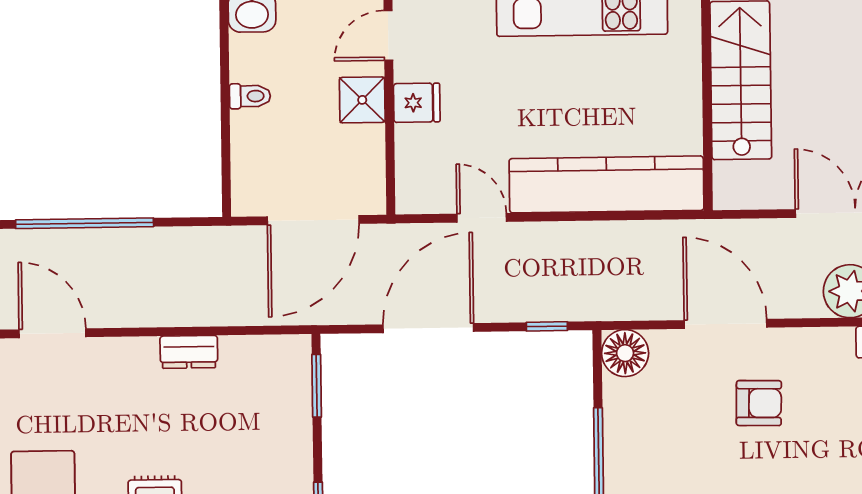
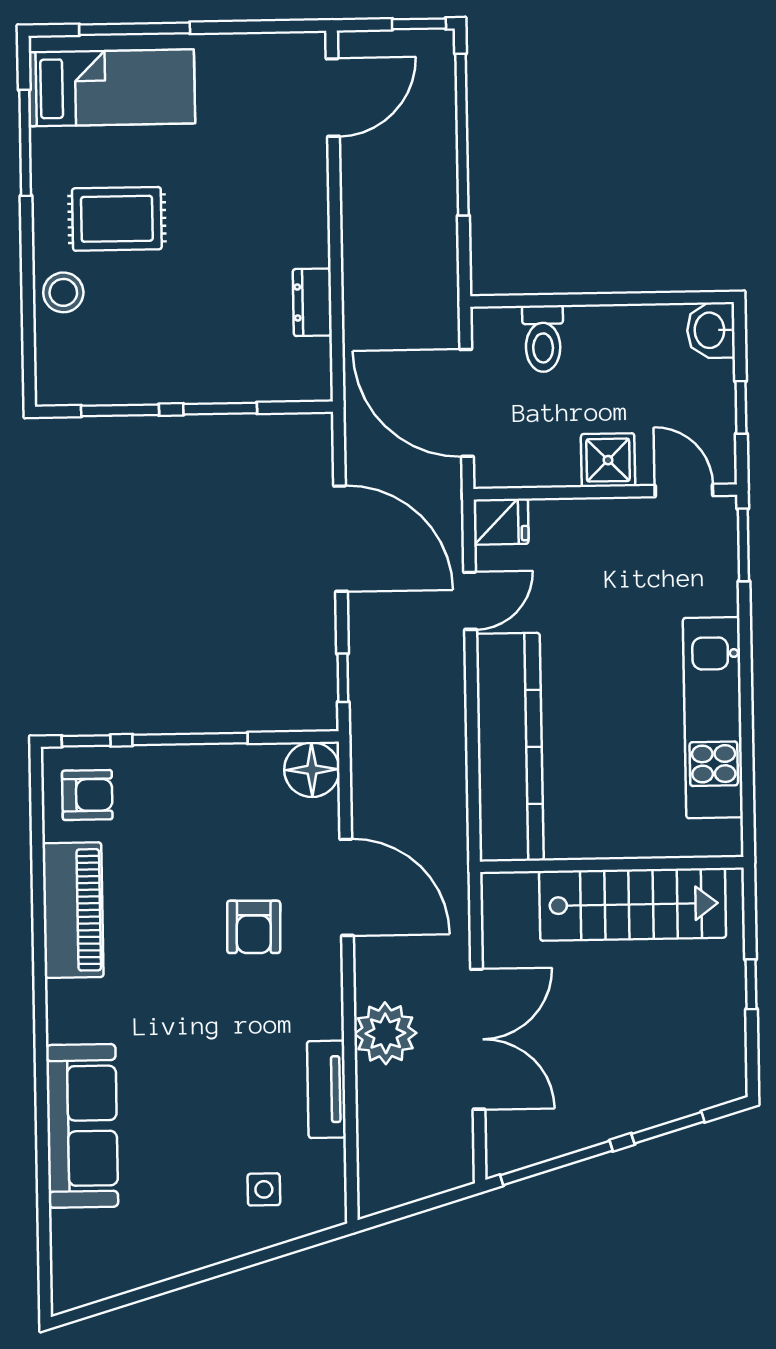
toilet: (250, 96) -> (543, 339), moved, width x1.37, depth x1.39
fridge: (417, 103) -> (501, 522), moved, turned -90
door: (725, 324) -> (347, 887), hinge flipped
dresser: (189, 352) -> (312, 302), moved
window: (317, 386) -> (220, 409), moved

